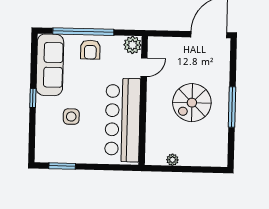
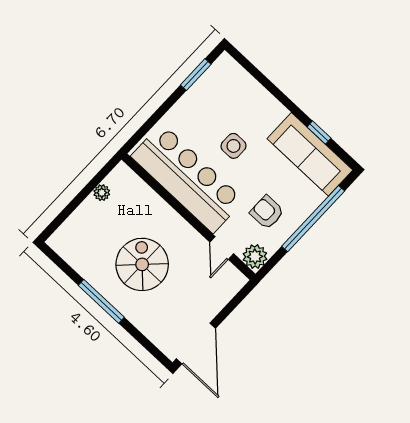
armchair: (90, 50) -> (267, 212), moved
window: (33, 98) -> (319, 132), moved
side table: (71, 117) -> (234, 146), moved

